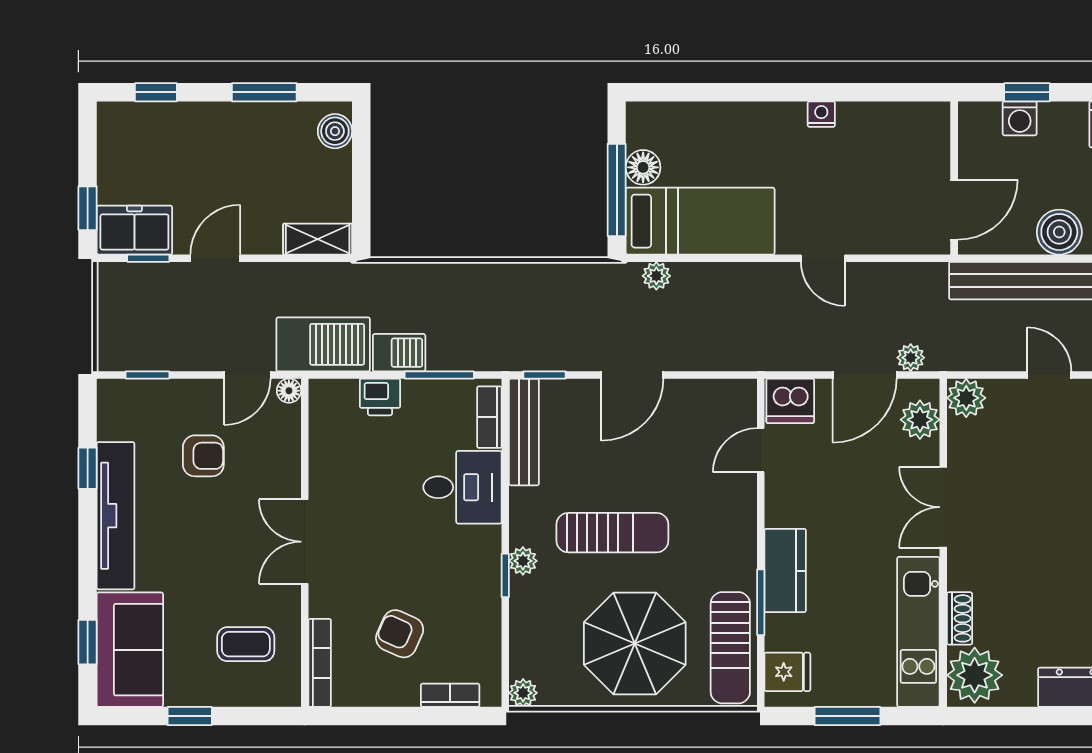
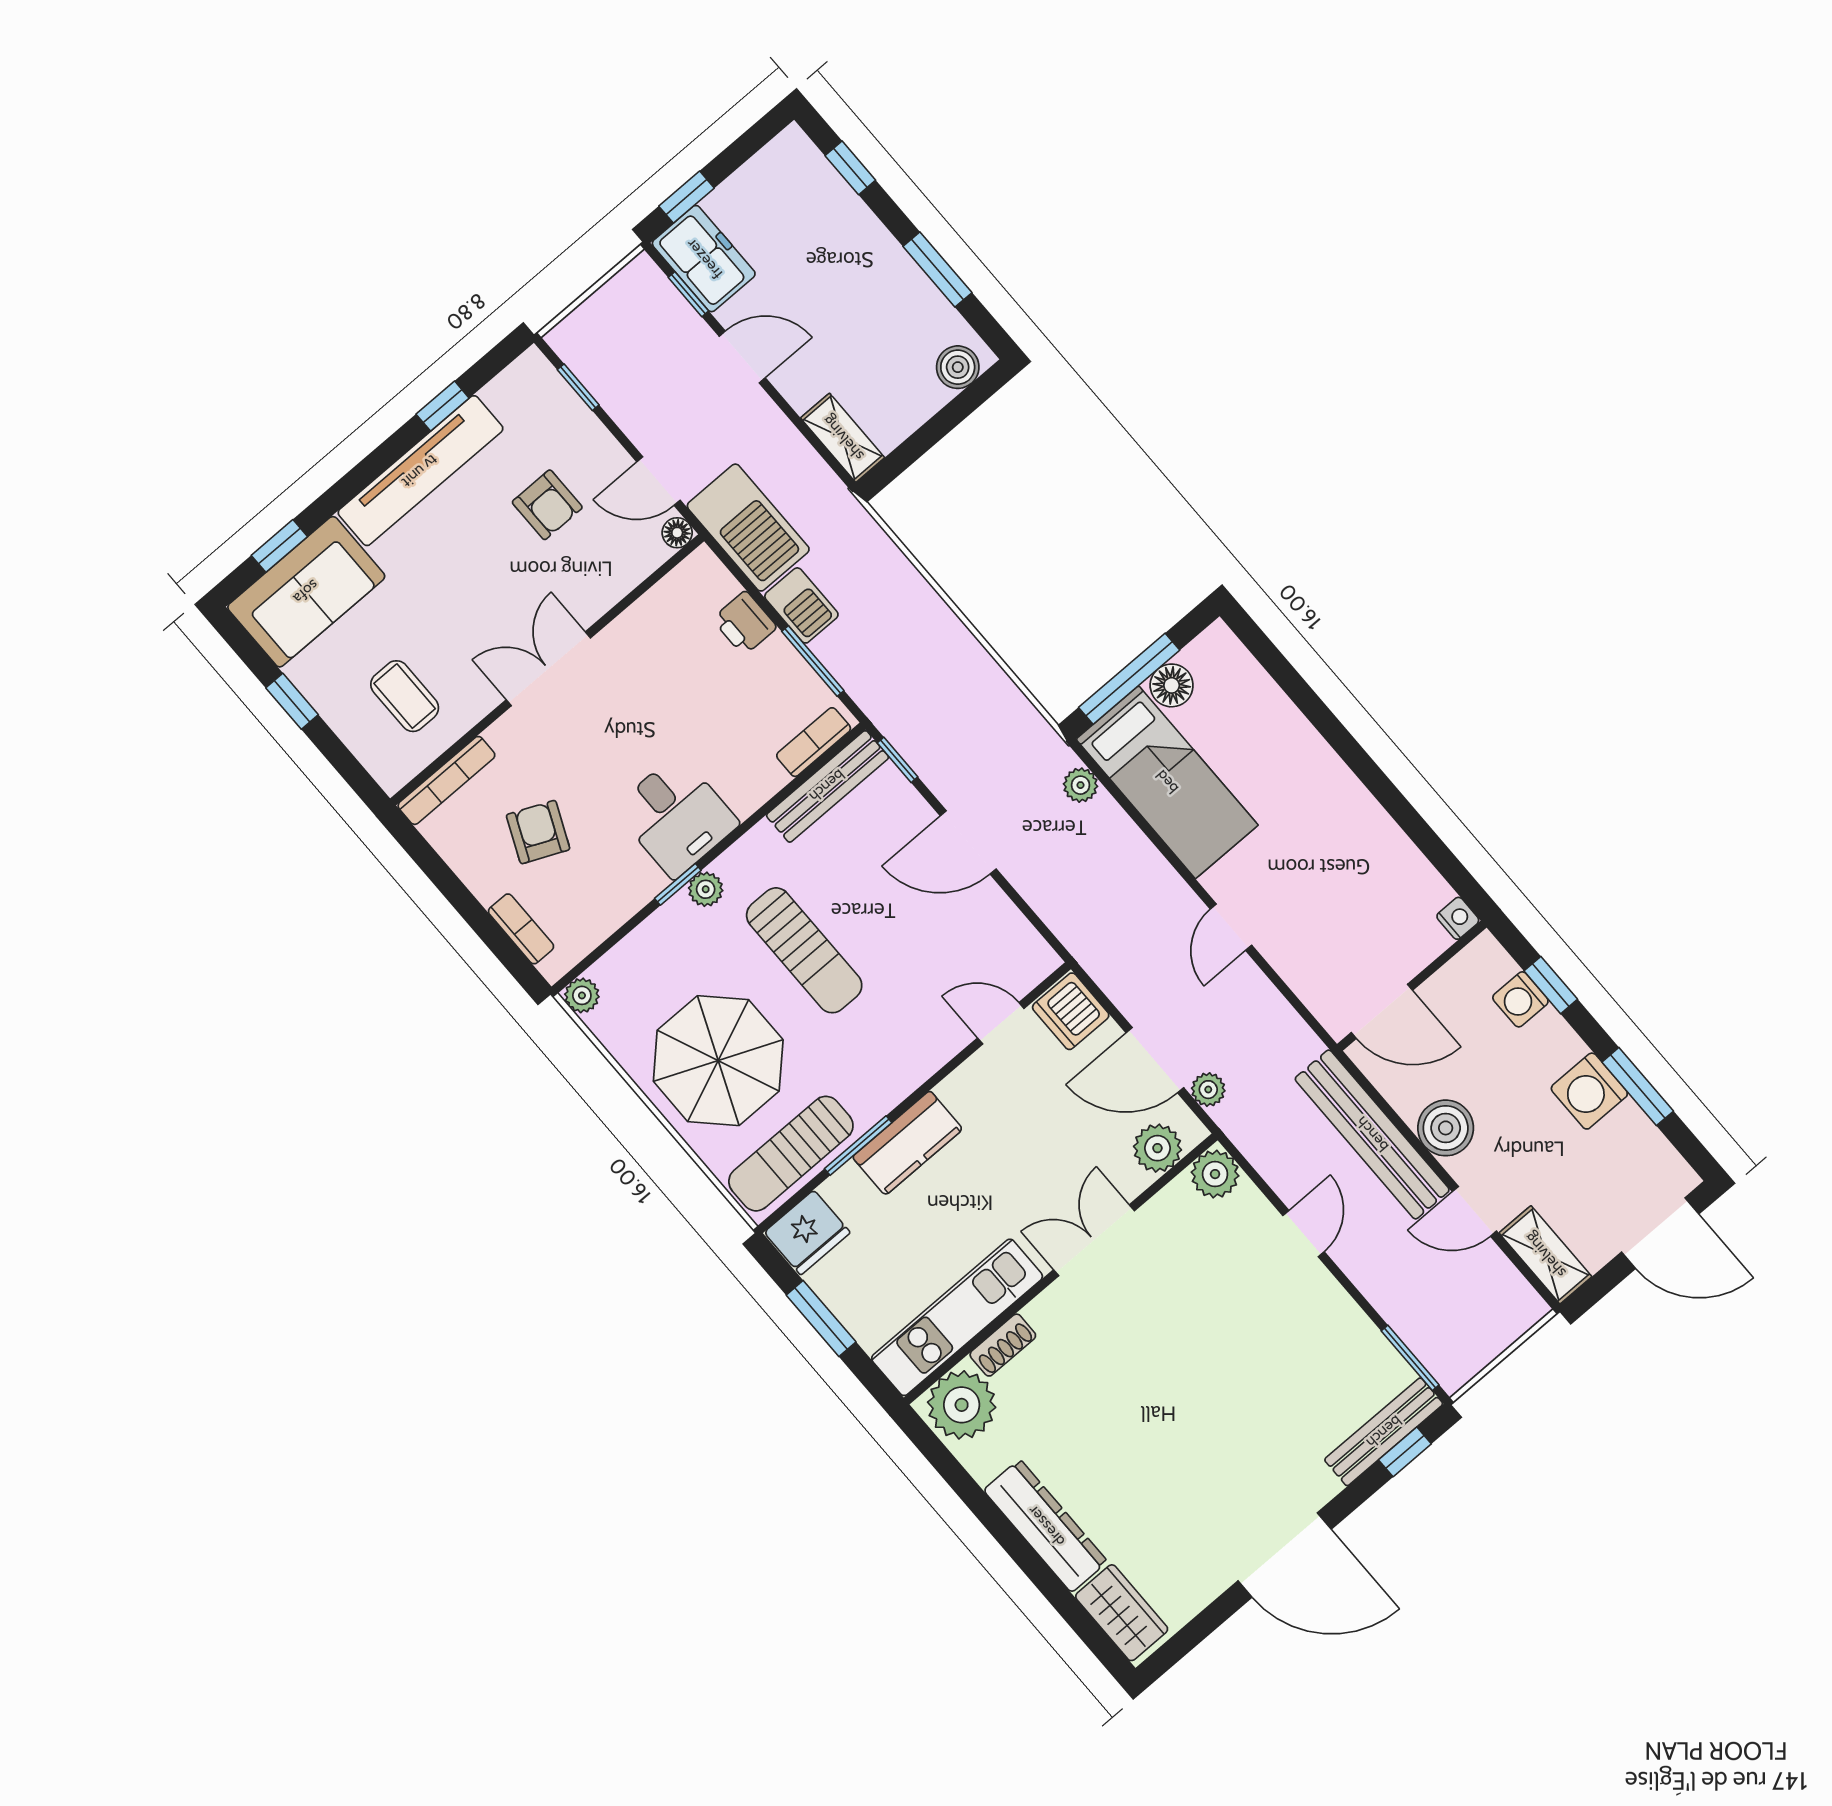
nightstand: (821, 114) -> (1458, 918), moved
desk: (463, 487) -> (676, 816), moved
fridge: (787, 672) -> (807, 1232), width x1.38

